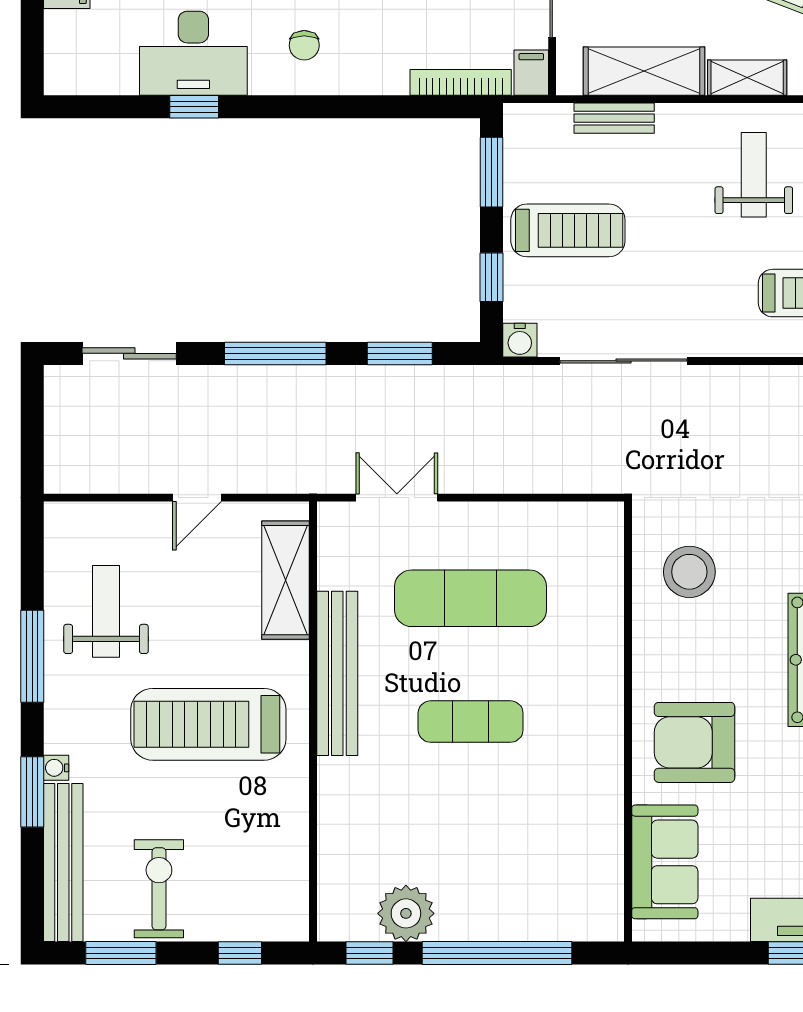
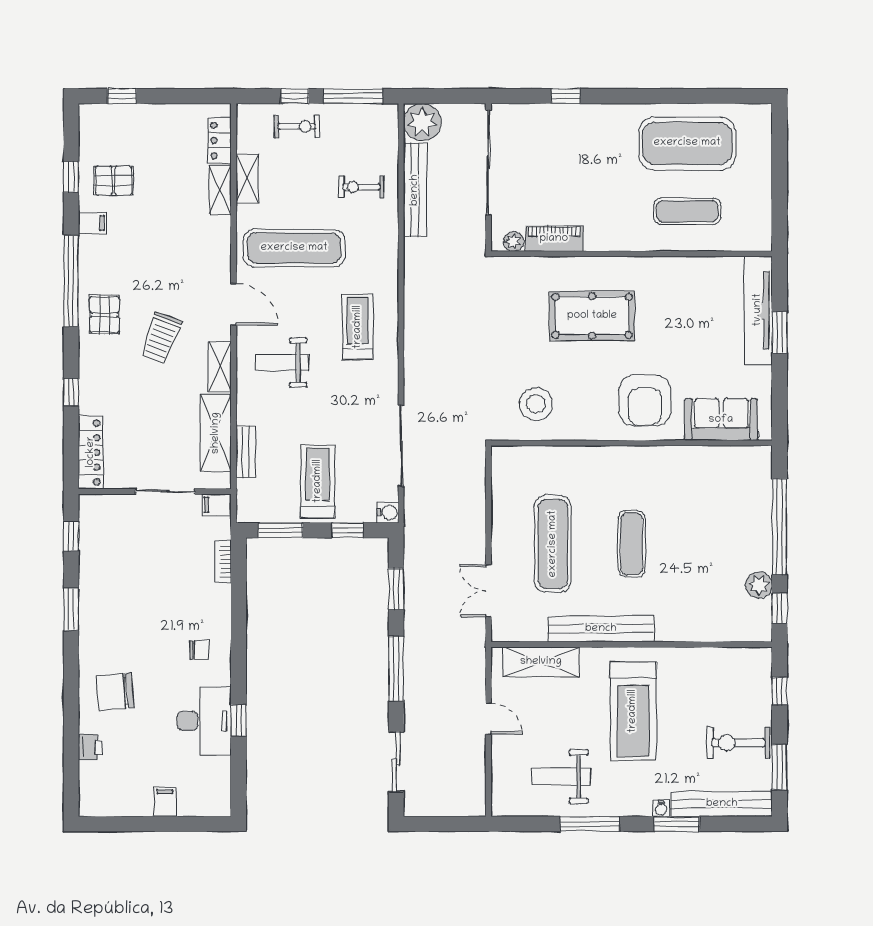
bookcase: (461, 82) -> (223, 562), width x0.64
plant: (406, 913) -> (759, 585), width x0.73, depth x0.73

